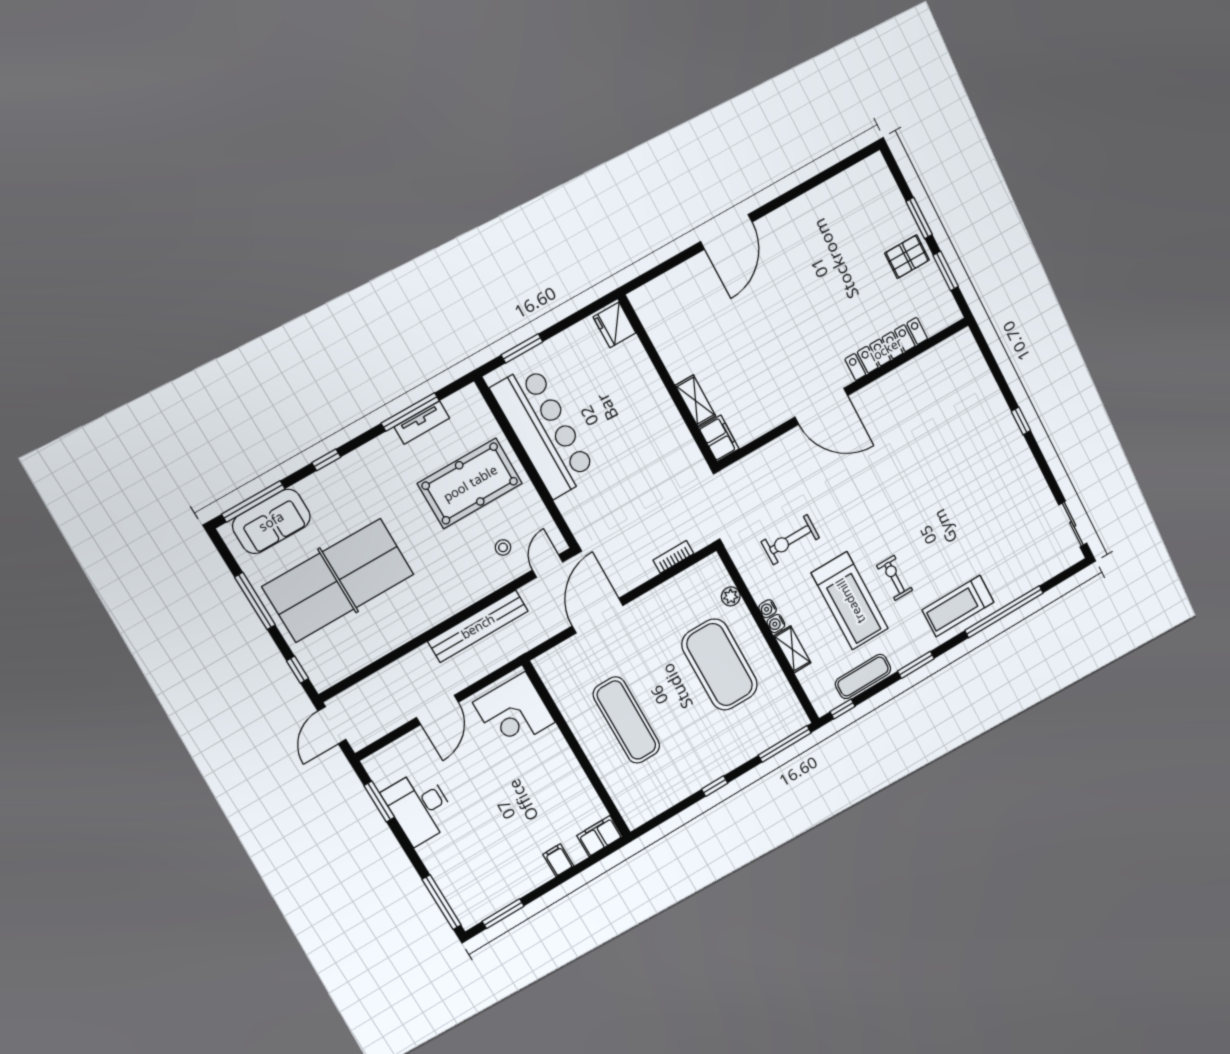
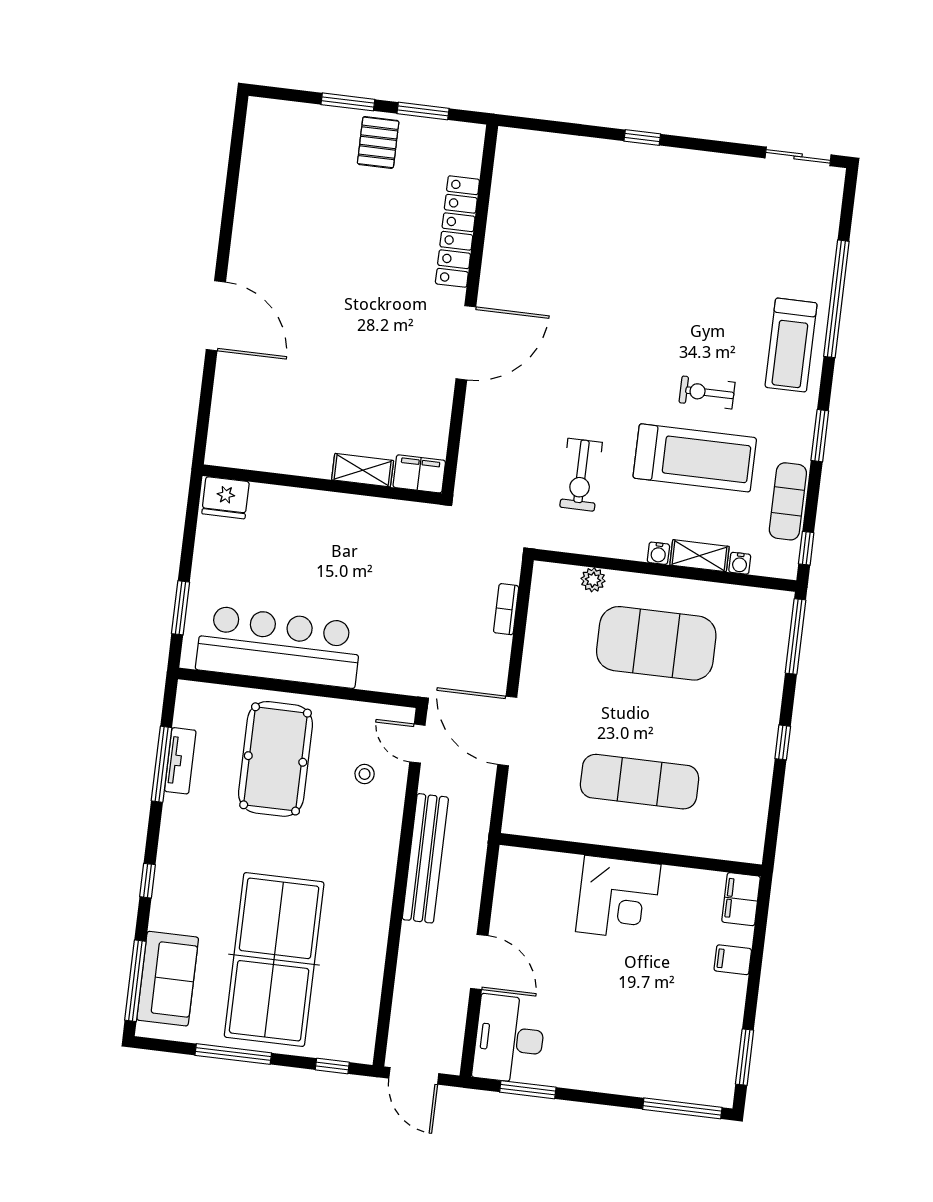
water cooler: (768, 609) -> (740, 563), moved
corner desk: (514, 712) -> (618, 898), moved
desk: (420, 807) -> (509, 1039), moved, turned 90

